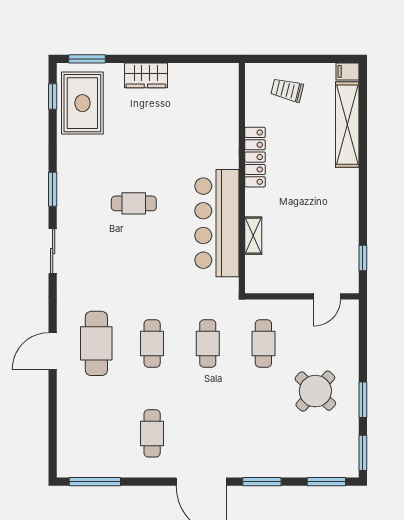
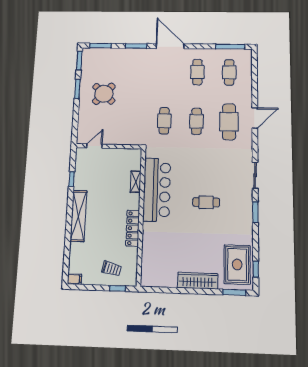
window: (276, 59) -> (118, 288), added
wardrobe: (146, 75) -> (198, 281), width x1.50
shelving: (347, 125) -> (78, 216), moved
window: (363, 258) -> (72, 179), moved
cafe table: (263, 343) -> (229, 72), moved

